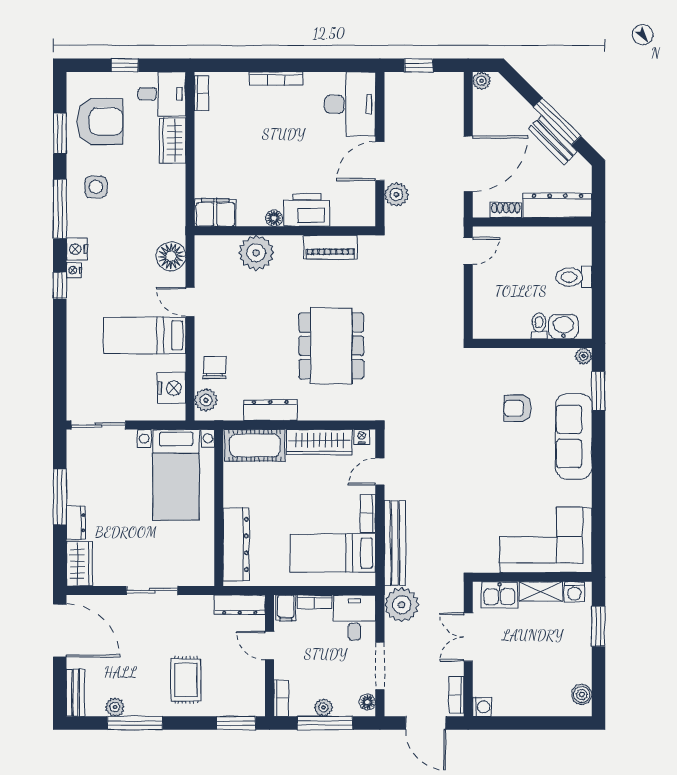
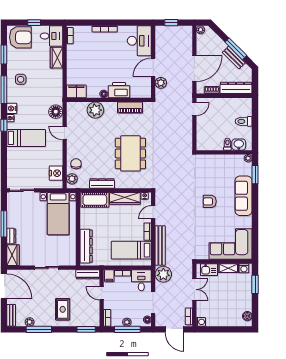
armchair: (100, 121) -> (20, 37), moved
bed: (145, 335) -> (26, 138), moved, turned 180
armchair: (518, 408) -> (210, 201), moved
double door: (468, 637) -> (194, 289), swing flipped

